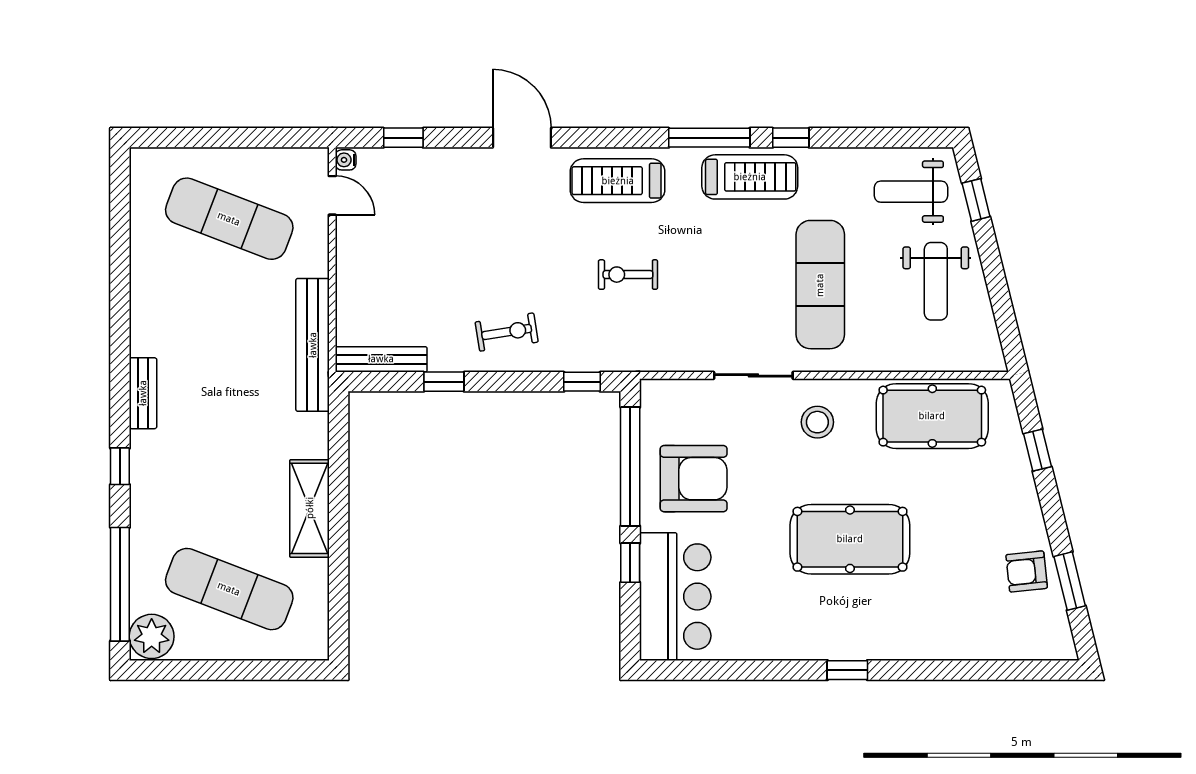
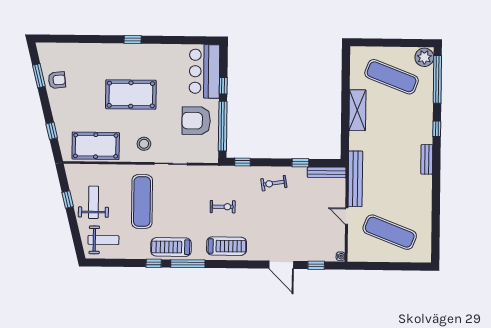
door: (522, 138) -> (281, 265), moved
door: (332, 195) -> (347, 216), moved
window: (976, 200) -> (68, 200), moved

